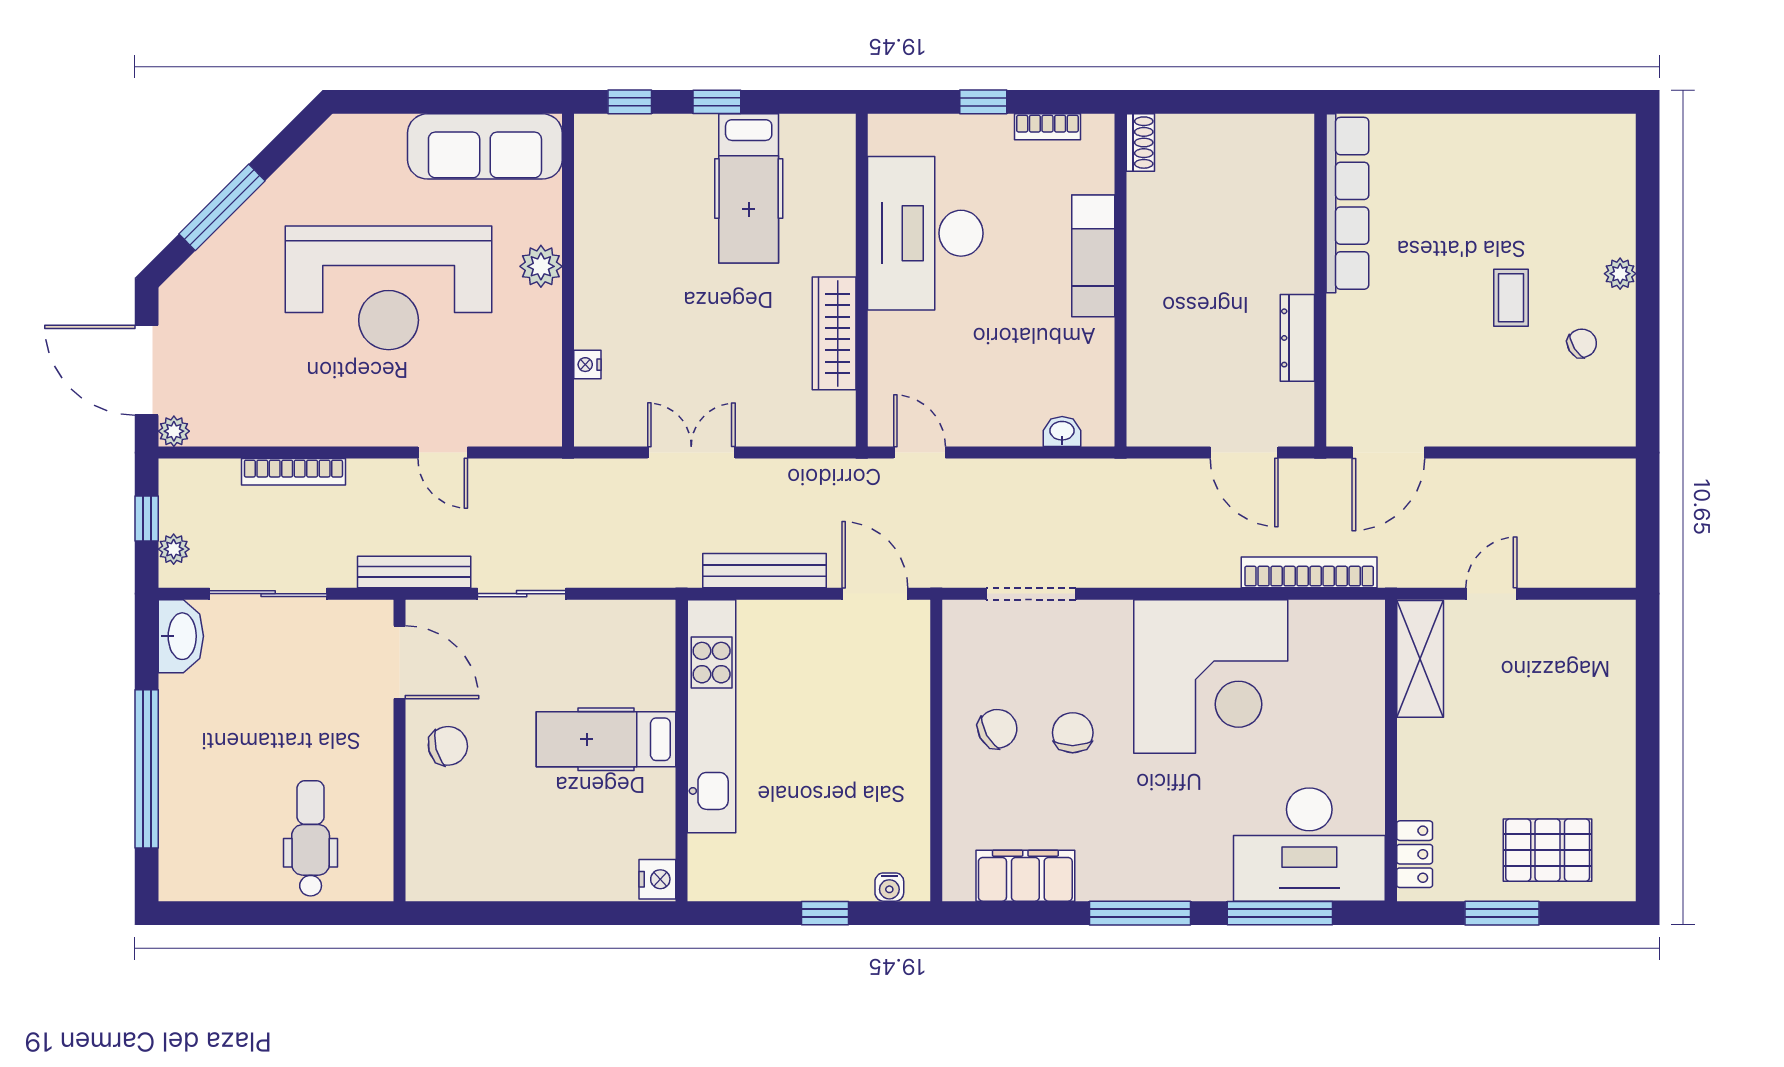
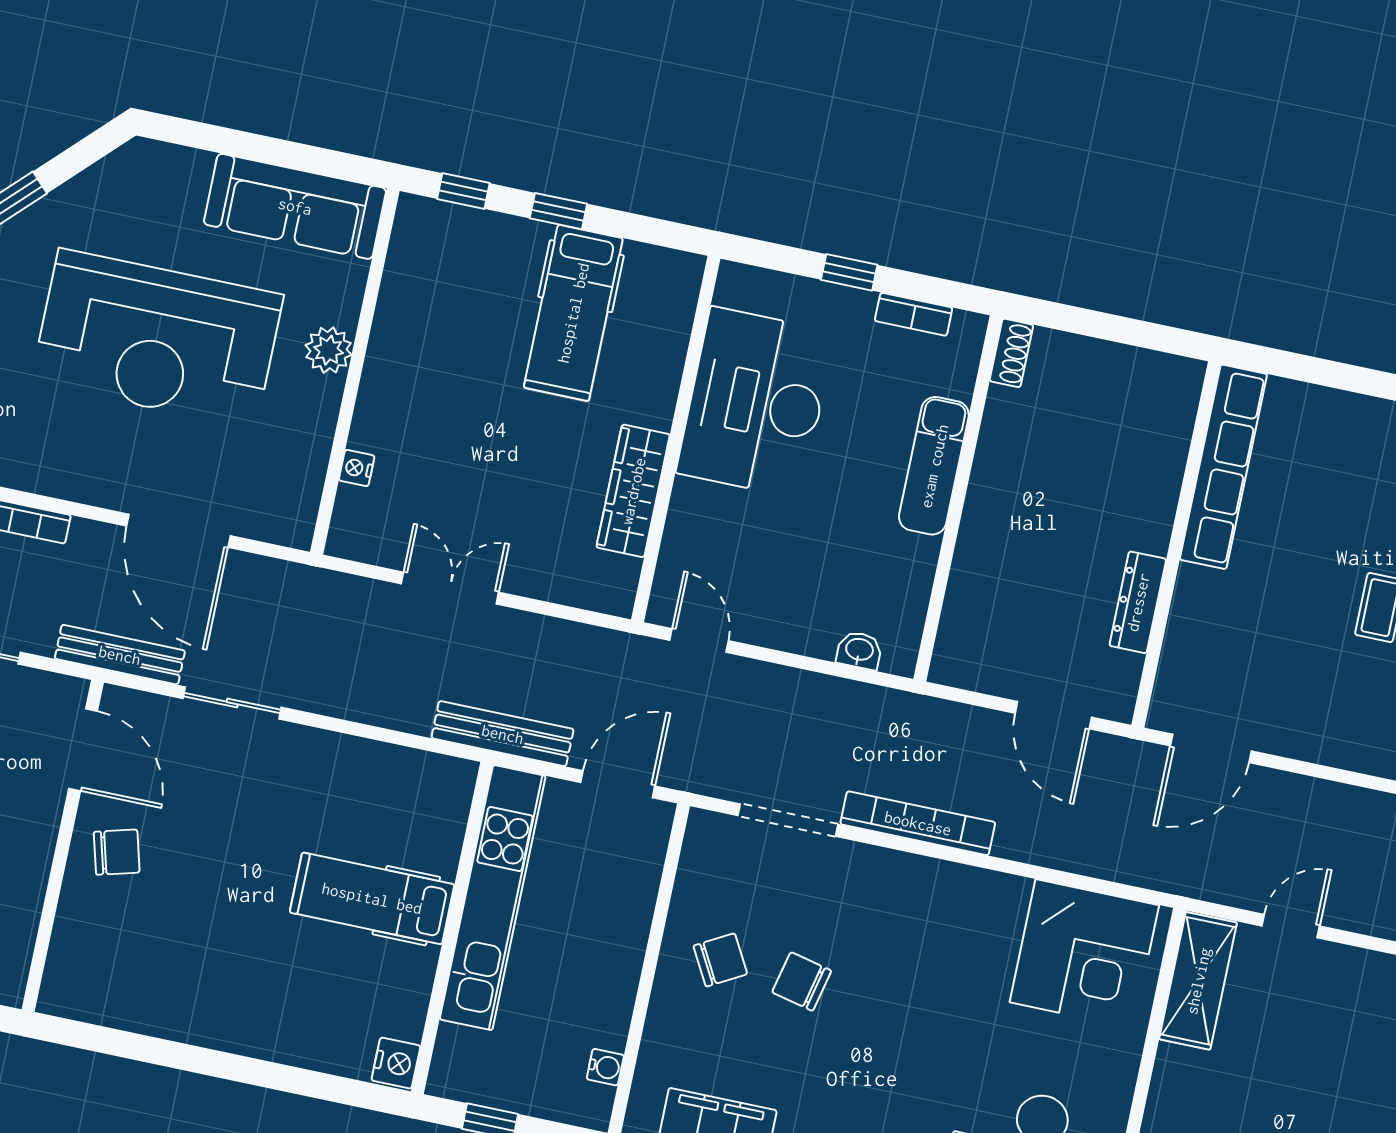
door: (443, 453) -> (178, 531), width x1.88
bookcase: (1309, 572) -> (918, 823), moved
door: (875, 594) -> (618, 784), hinge flipped
corner desk: (1211, 676) -> (1084, 954), moved, width x0.74, depth x0.74
kitchen unit: (712, 716) -> (493, 898), moved
chair: (1073, 733) -> (802, 982), turned -77
hospital bed: (606, 739) -> (372, 898), moved
wall: (682, 750) -> (452, 928), moved
nightstand: (657, 879) -> (396, 1063), moved
water cooler: (889, 887) -> (605, 1067), moved, turned -90

